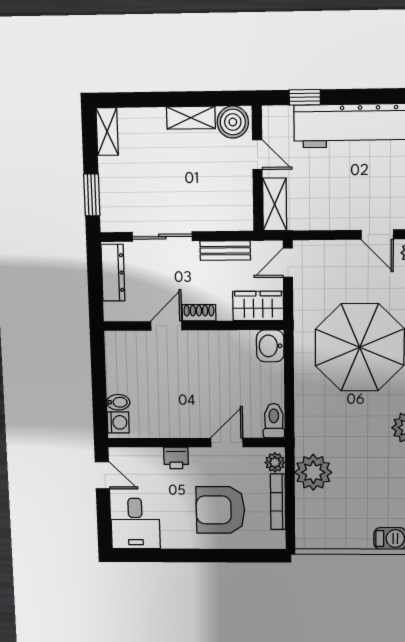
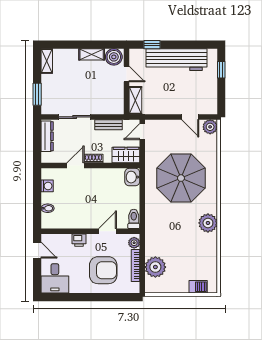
washing machine: (118, 422) -> (47, 186), moved
plant: (313, 472) -> (155, 267), moved
armchair: (220, 510) -> (103, 270), turned 180

